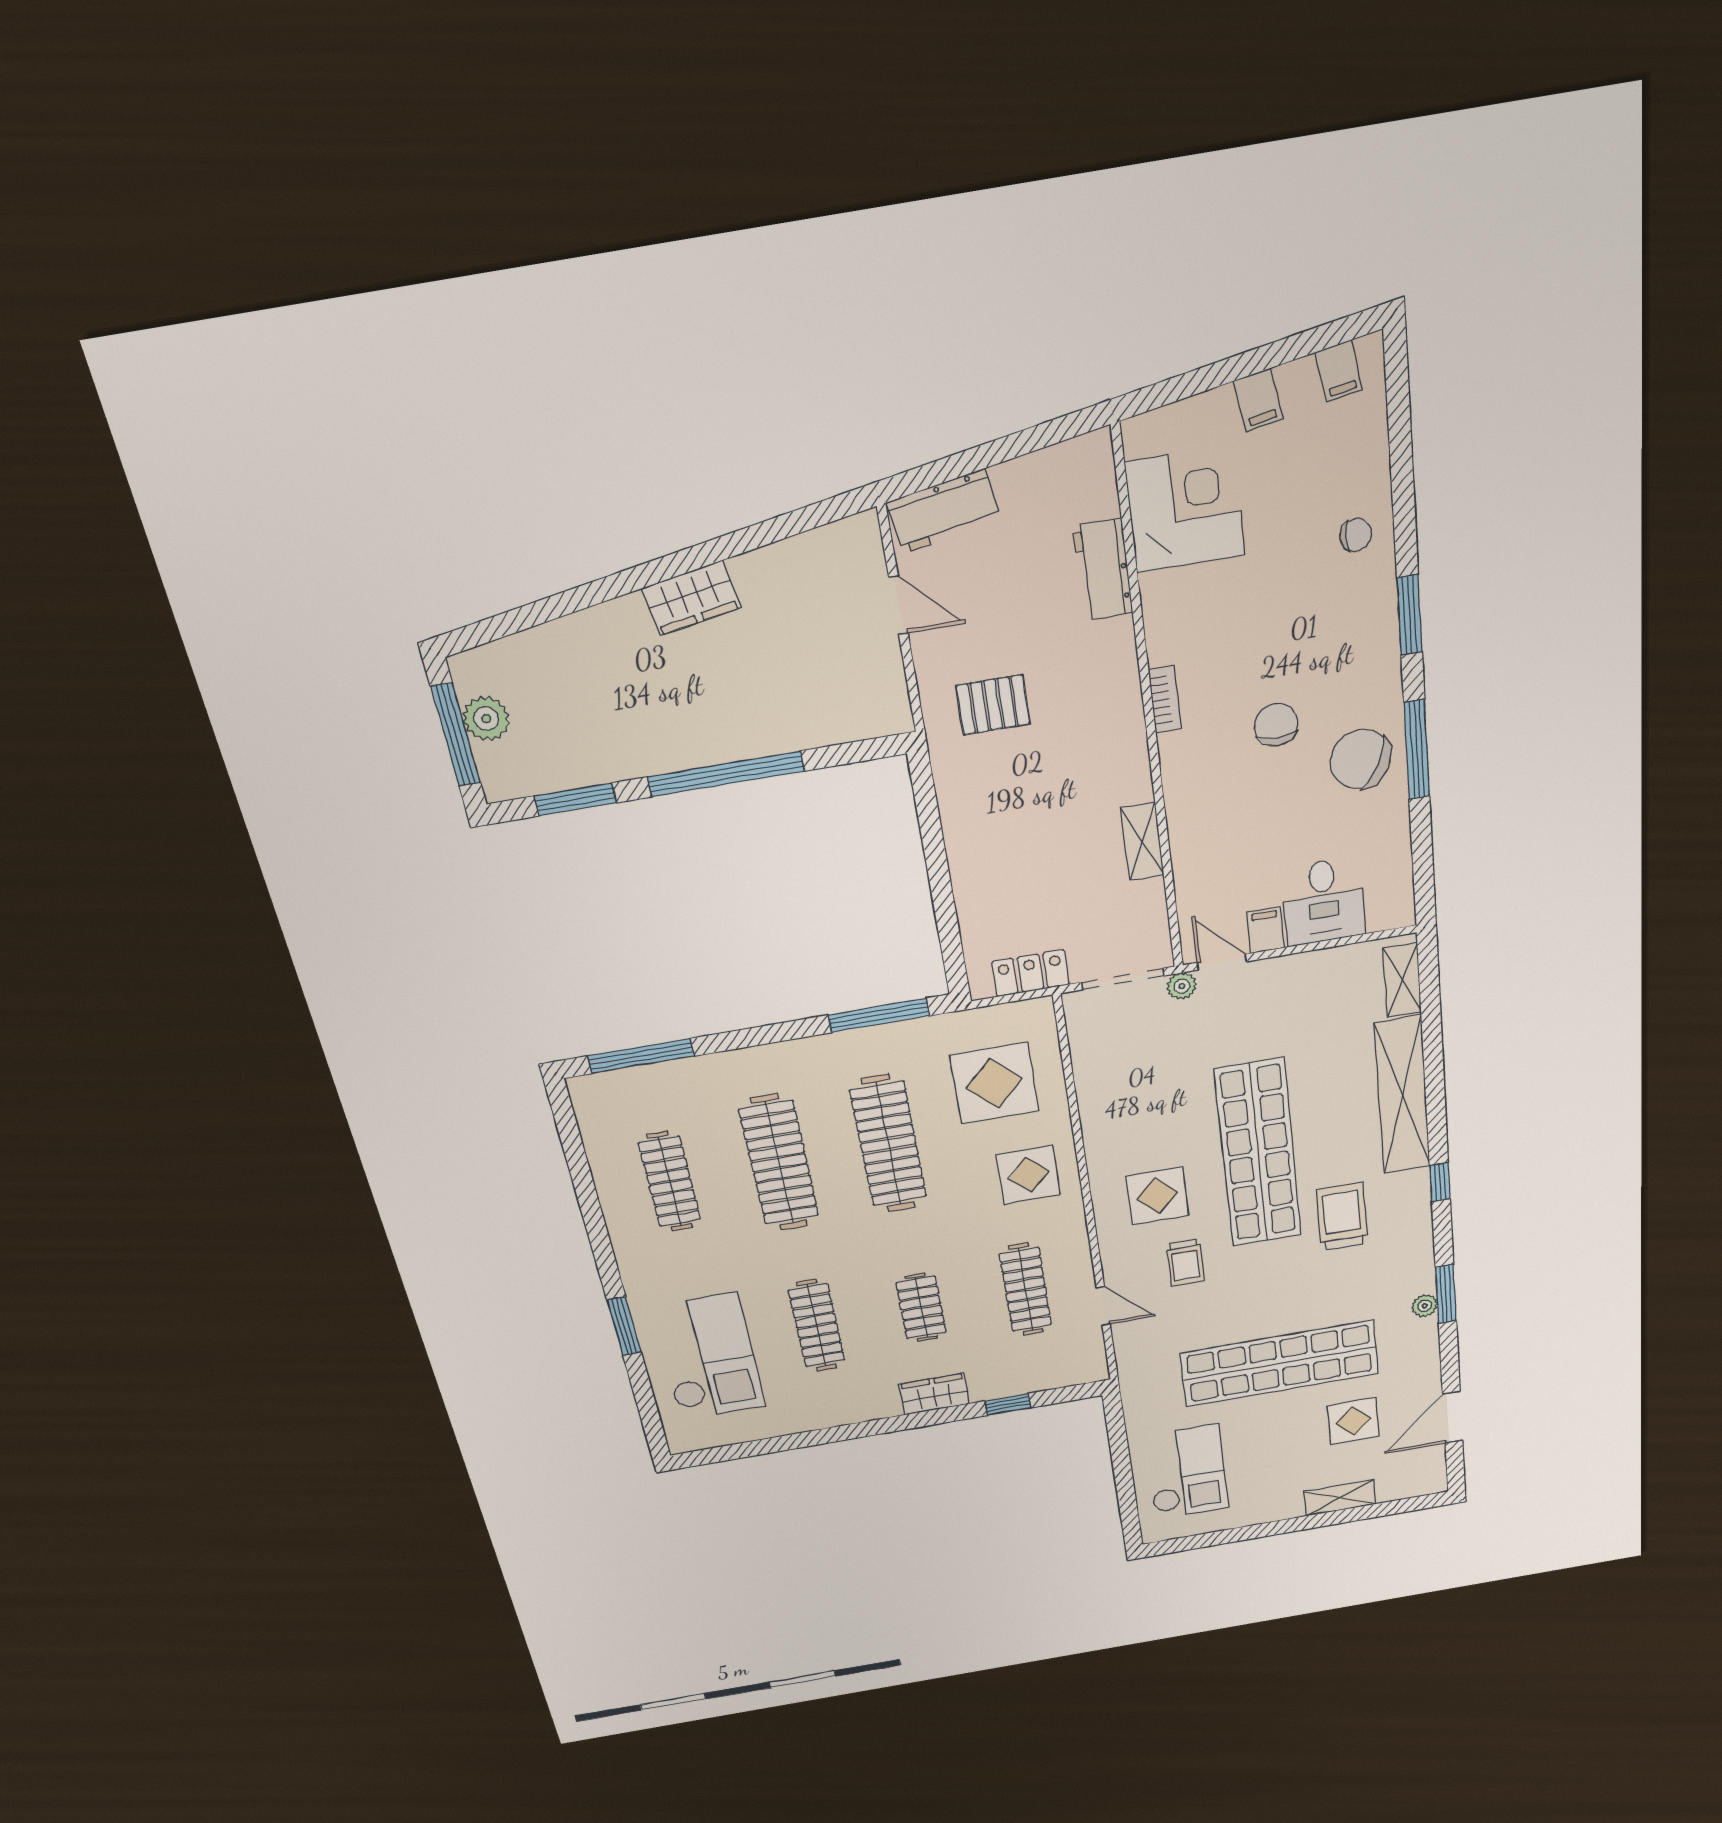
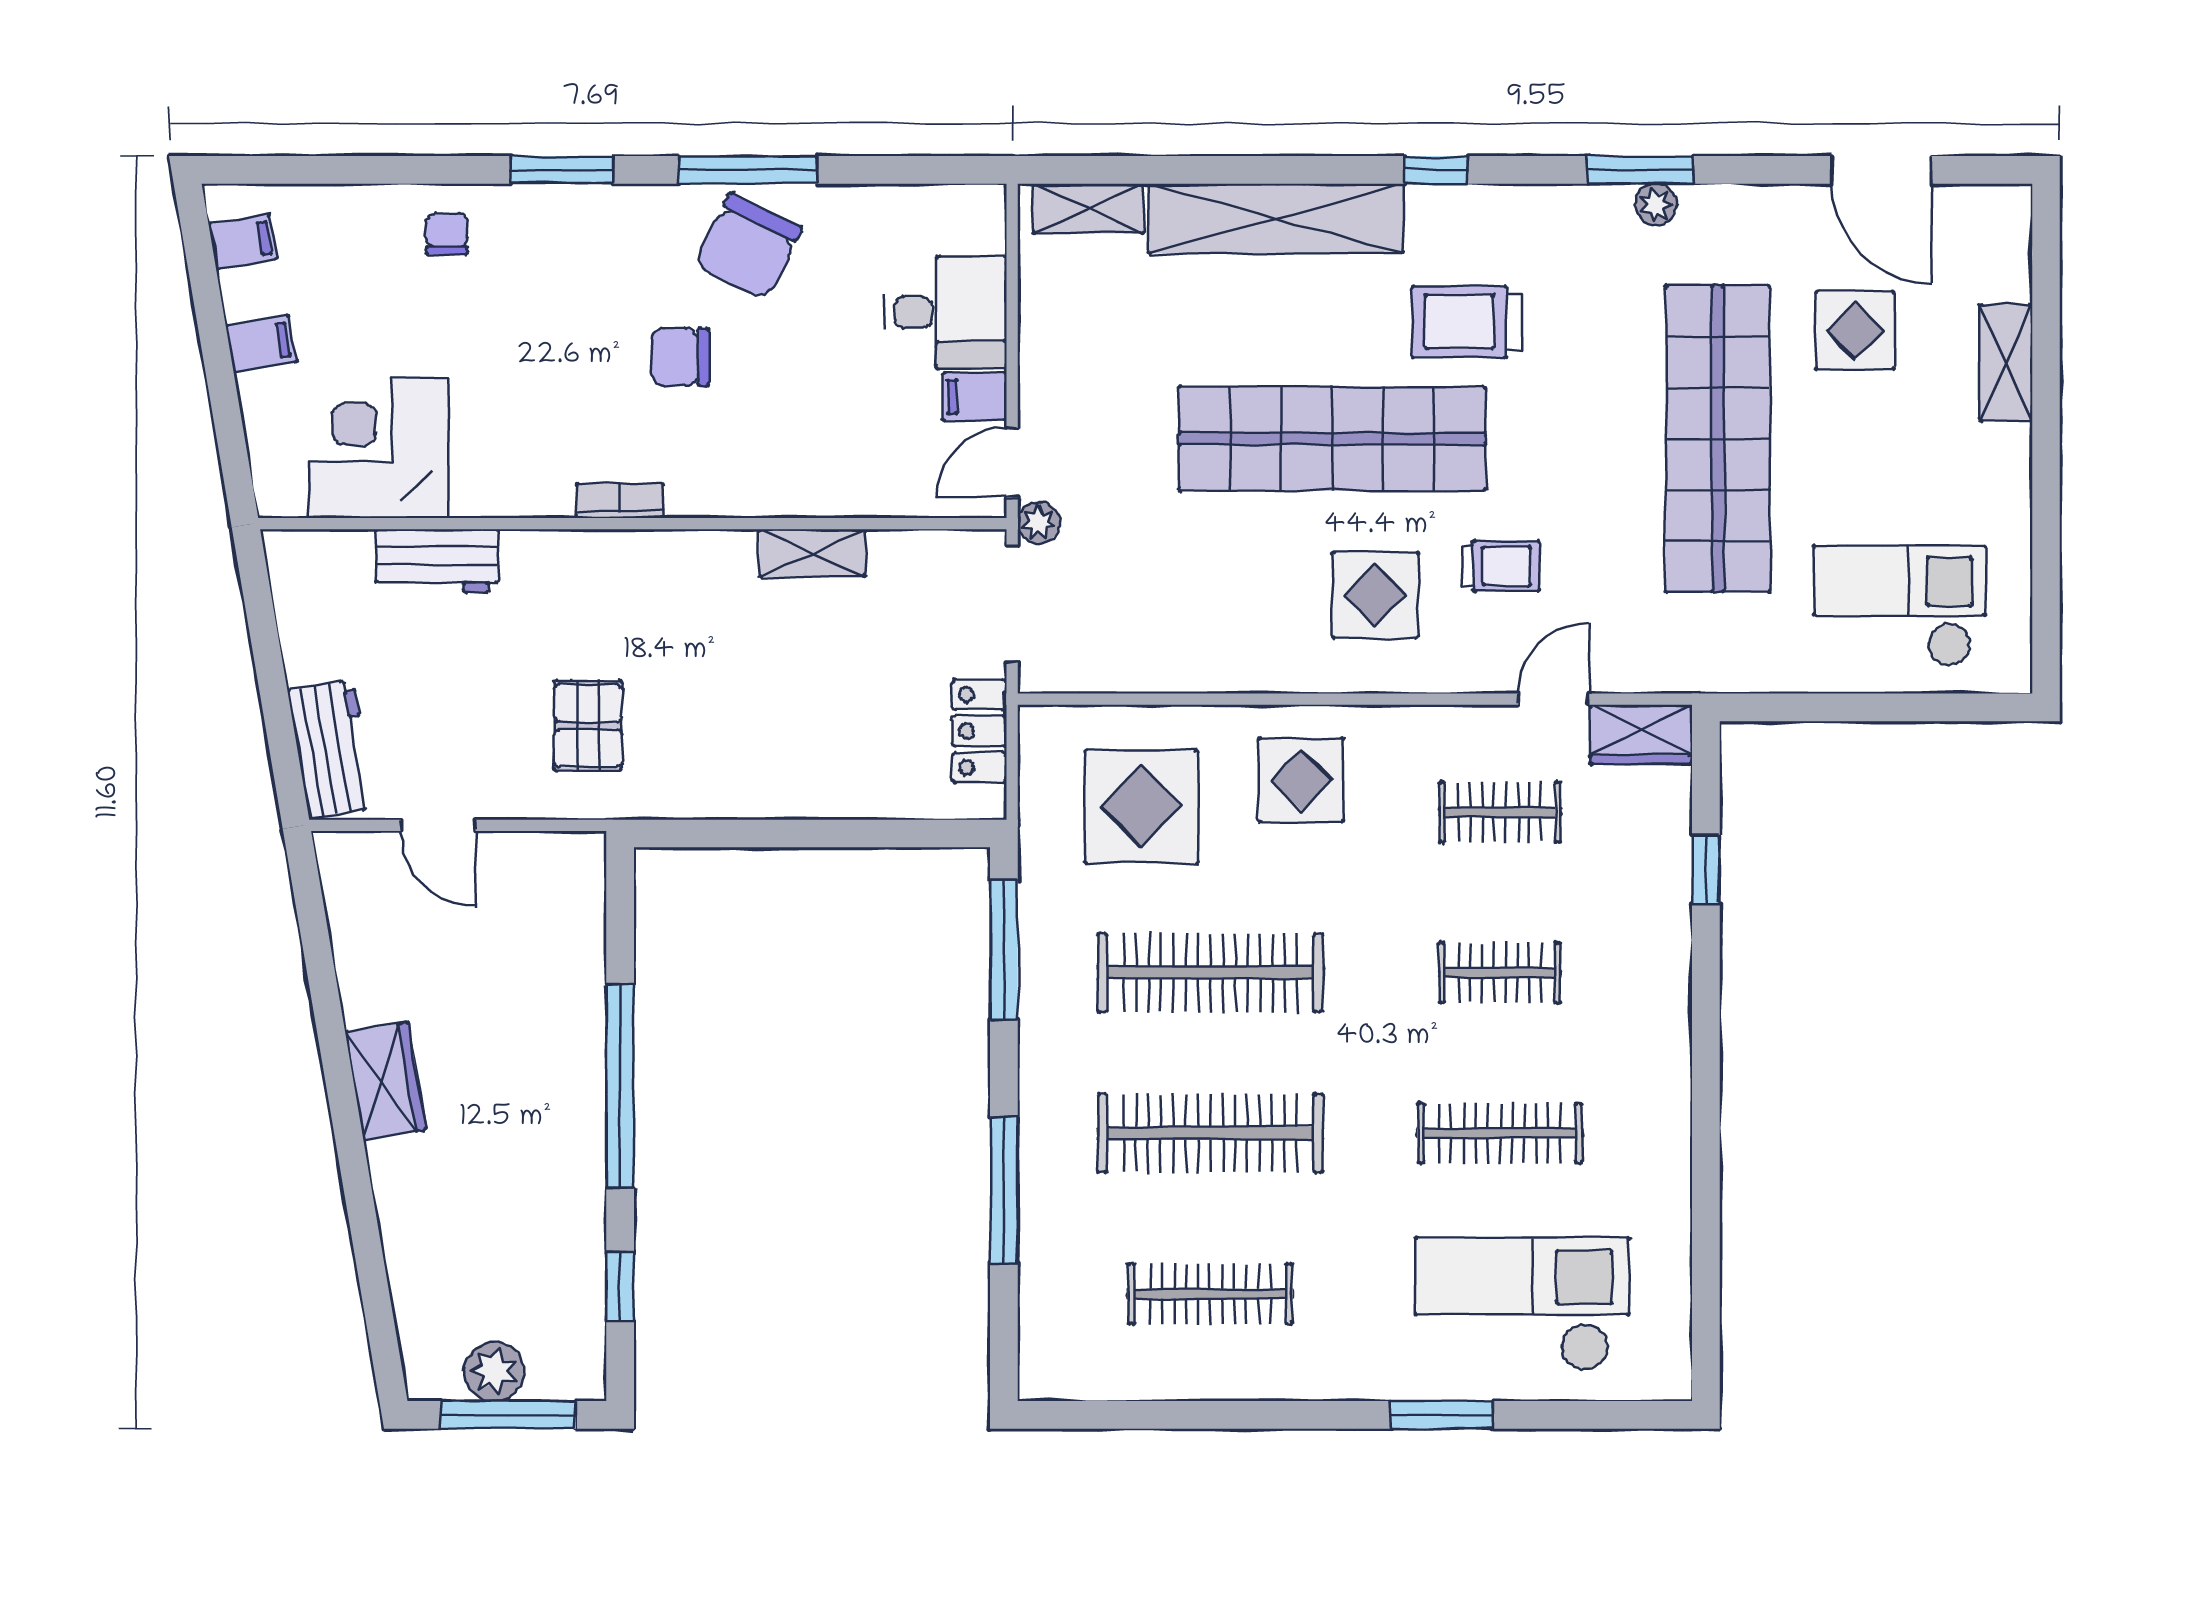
door: (898, 605) -> (438, 825), swing flipped
window: (575, 799) -> (620, 1287), width x0.67
window: (641, 1056) -> (1004, 1190), moved
clothes rail: (1026, 1289) -> (1500, 812), width x0.73
wardrobe: (934, 1394) -> (1641, 734), moved, turned -90

